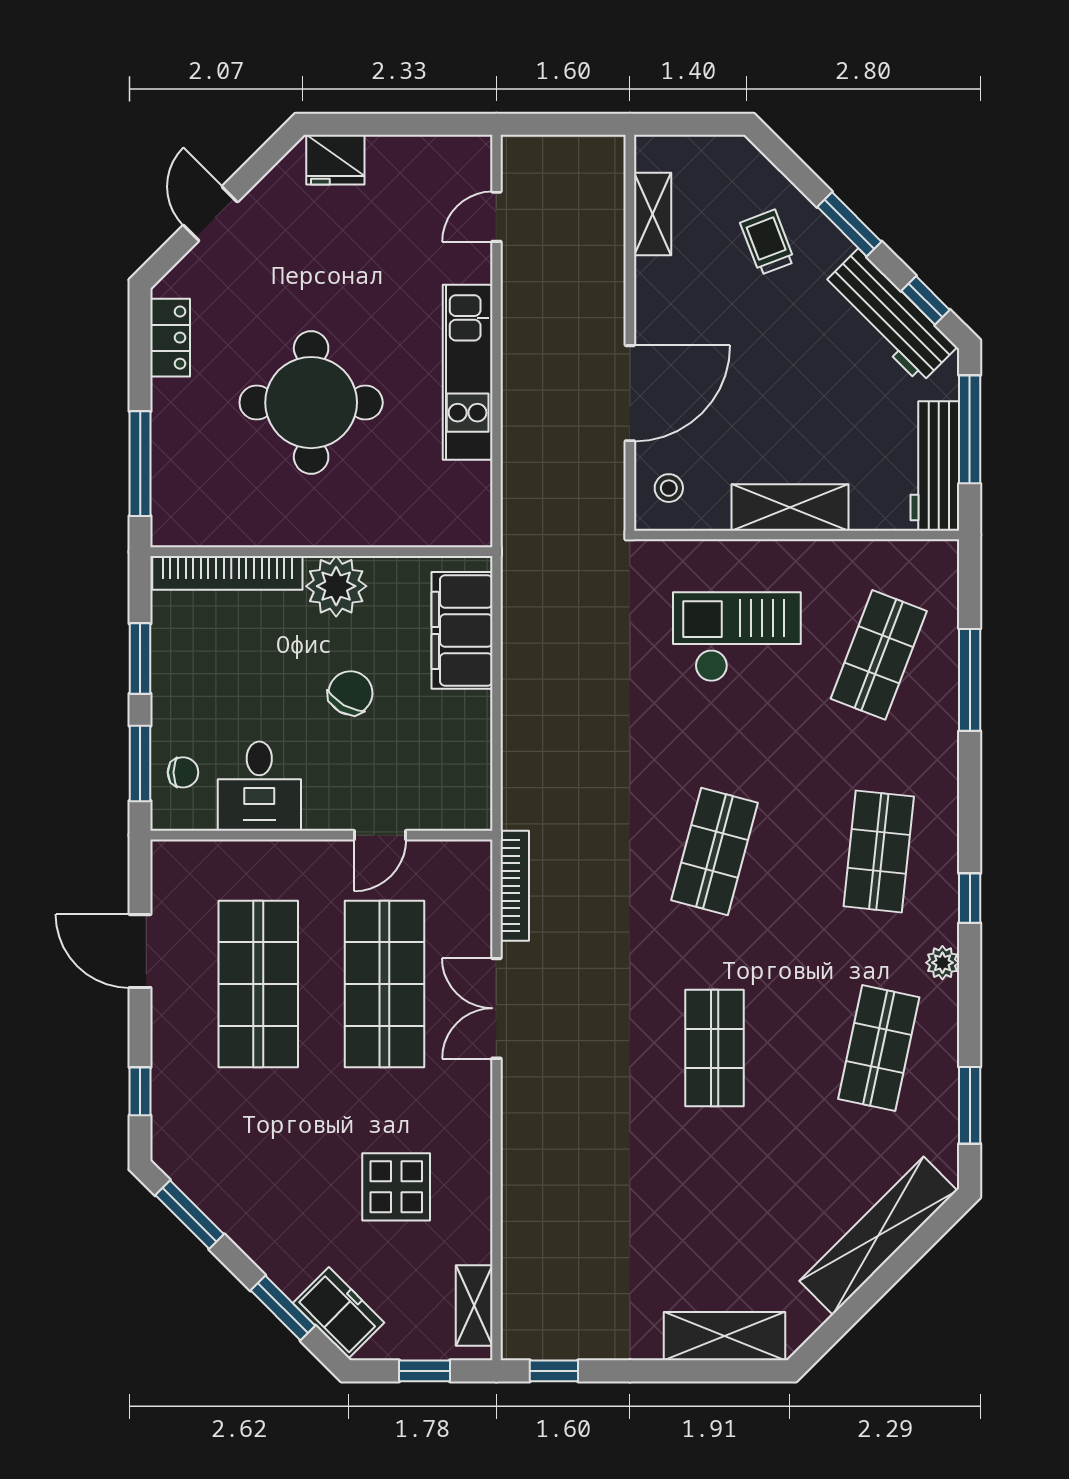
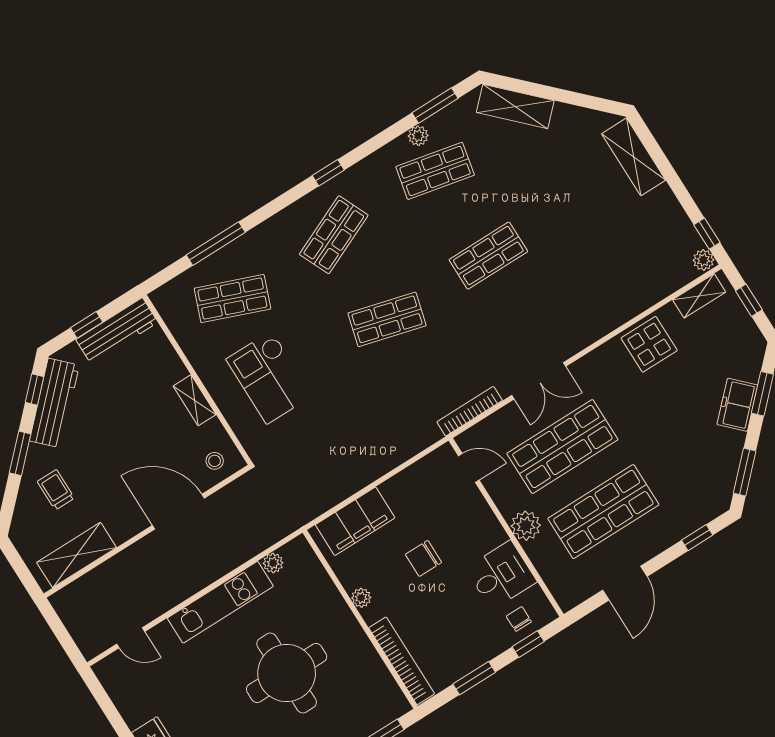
shelving: (653, 214) -> (77, 555), width x1.50, depth x1.33
trolley: (767, 242) -> (56, 490), turned 111
window: (970, 429) -> (87, 325), width x0.46
plant: (476, 480) -> (273, 563), added
shelving: (790, 507) -> (195, 400), width x0.67, depth x0.75
plant: (336, 586) -> (361, 598), width x0.53, depth x0.53
chair: (350, 693) -> (424, 558), turned -30
window: (140, 763) -> (528, 644), width x0.67
door: (380, 835) -> (469, 468), moved
shop shelf: (879, 851) -> (334, 235), turned -30
plant: (307, 864) -> (526, 526), added
plant: (942, 963) -> (418, 136), moved
display table: (396, 1187) -> (649, 344), moved
shelving: (878, 1236) -> (515, 106), width x0.68
freezer: (339, 1313) -> (737, 405), moved
plant: (520, 1343) -> (703, 260), added

